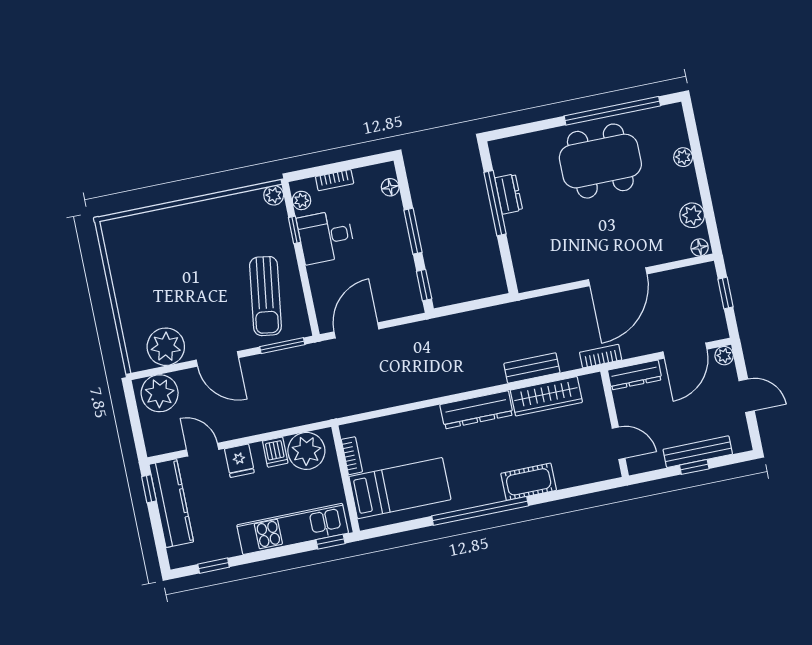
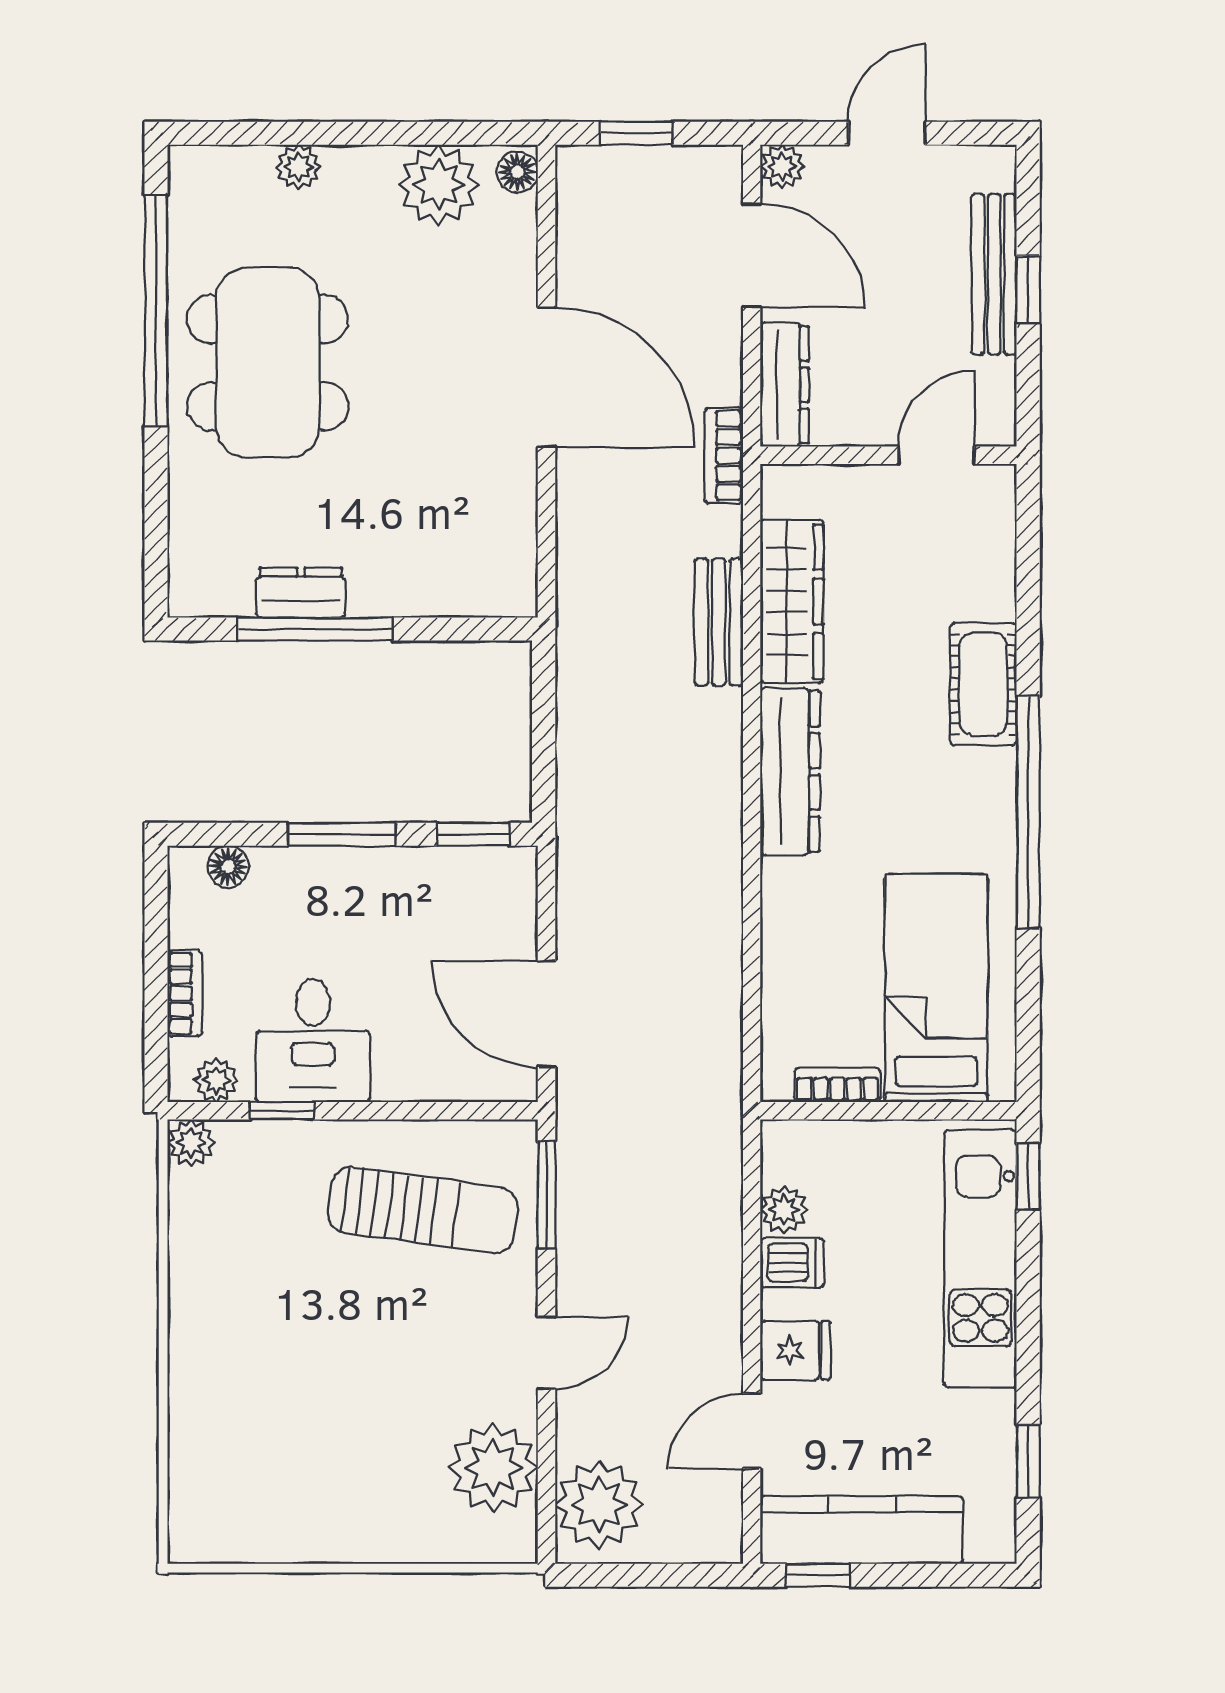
plant: (692, 215) -> (439, 185), width x1.36, depth x1.36
door: (217, 359) -> (546, 1353), width x0.73
plant: (306, 451) -> (784, 1210), width x0.53, depth x0.53

